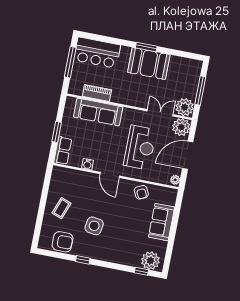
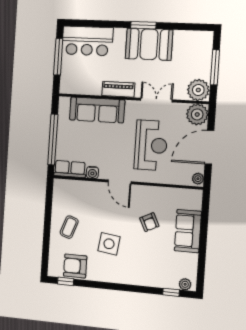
piano: (97, 93) -> (118, 89), moved
double door: (160, 113) -> (156, 100), moved
window: (57, 132) -> (53, 140), width x2.11
row of seats: (63, 151) -> (70, 169), moved, turned -90
armchair: (141, 192) -> (149, 222), moved
armchair: (63, 242) -> (75, 266), turned 180
window: (83, 260) -> (66, 281), moved
plant: (150, 261) -> (185, 284), width x0.53, depth x0.53

